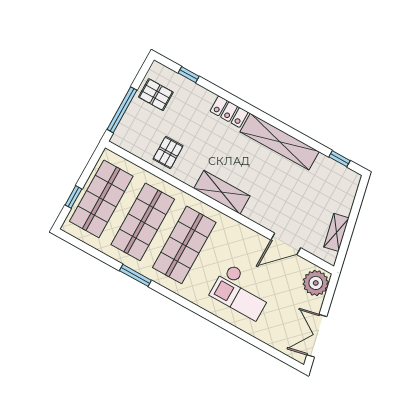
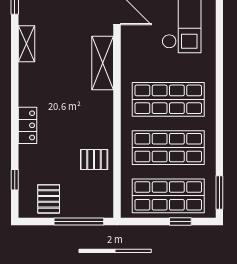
shelving: (280, 142) -> (26, 44), width x0.45, depth x0.75
shelving: (222, 192) -> (103, 63), moved
window: (135, 275) -> (219, 193), moved

